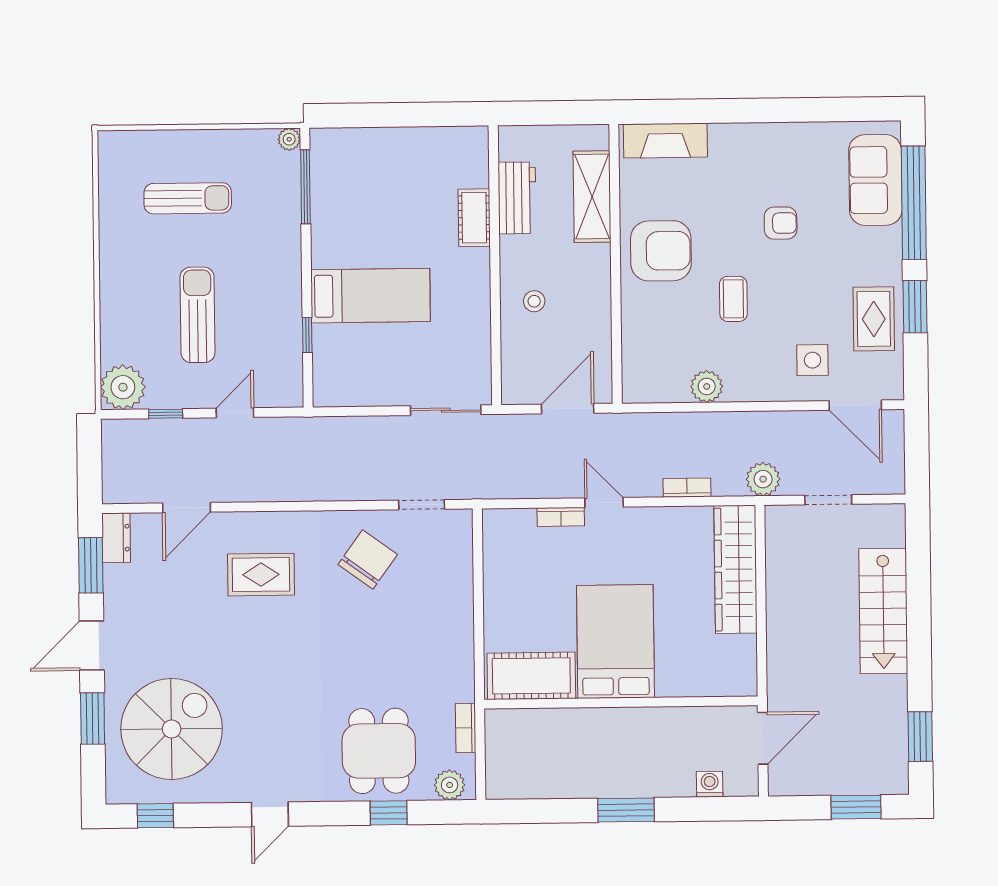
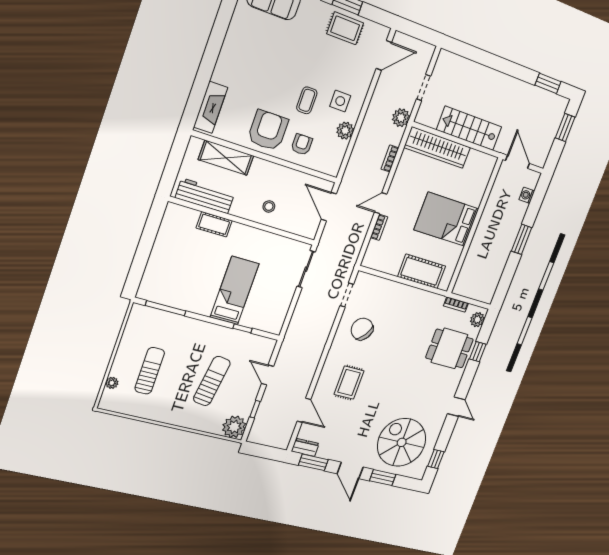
plant: (289, 139) -> (112, 383), moved
workbench: (517, 198) -> (205, 196), width x1.38
armchair: (781, 223) -> (302, 144), moved
coffee table: (733, 299) -> (307, 100), turned 90
sun lounger: (197, 315) -> (212, 381), turned 98
side table: (812, 360) -> (340, 101), moved
stairs: (883, 611) -> (469, 128), moved, turned 180
cot: (531, 676) -> (422, 271), moved, turned 90

